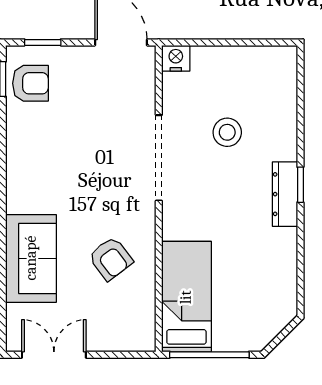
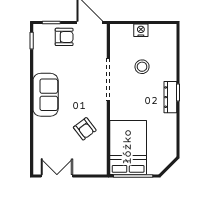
nightstand: (176, 58) -> (141, 30), moved
armchair: (31, 83) -> (64, 37), moved
sofa: (31, 258) -> (46, 95), moved
bed: (186, 297) -> (128, 147), width x1.50

